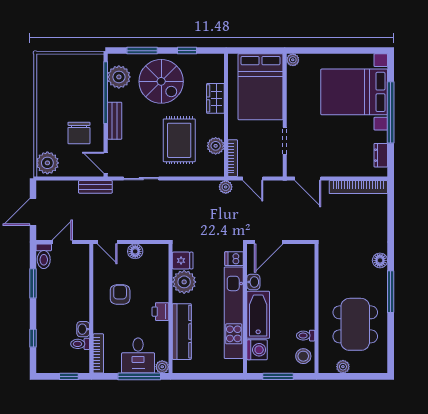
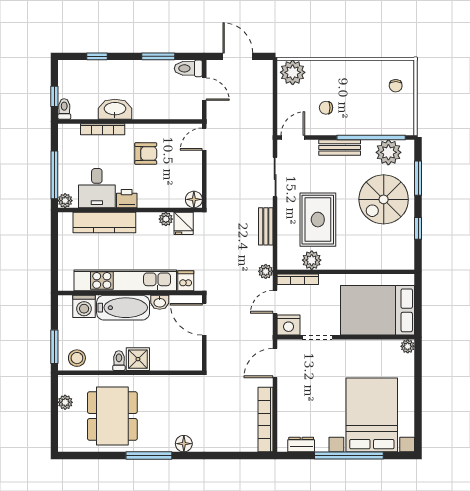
chair: (59, 71) -> (396, 86), added
wardrobe: (215, 98) -> (365, 260), removed
chair: (79, 133) -> (326, 108), width x0.54, depth x0.54
rug: (179, 140) -> (318, 220), turned 90
nightstand: (274, 166) -> (289, 325), added
bench: (95, 187) -> (266, 226), moved
floor lamp: (135, 251) -> (194, 199), moved
plant: (184, 282) -> (166, 219), width x0.53, depth x0.53
shower: (304, 301) -> (138, 359), added
dining table: (355, 324) -> (112, 416), turned 90
washbasin: (83, 329) -> (115, 109), width x1.91, depth x1.45
toilet: (306, 336) -> (119, 361), moved
toilet: (80, 344) -> (64, 109), moved
bookcase: (98, 353) -> (103, 129), moved
desk: (138, 356) -> (97, 188), moved, turned -90
window: (278, 376) -> (54, 347), moved

